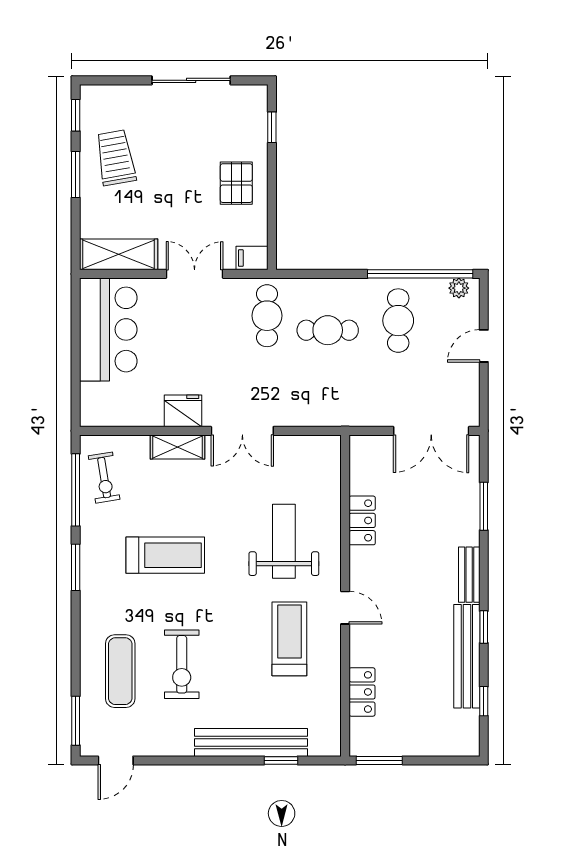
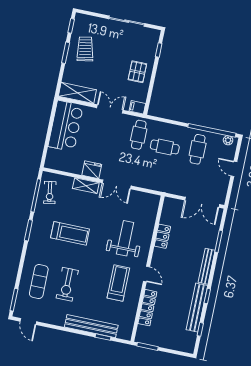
door: (484, 346) -> (234, 169), hinge flipped
bench: (469, 575) -> (207, 266), width x1.36
locker: (362, 692) -> (147, 308), width x1.53
door: (116, 760) -> (28, 321), hinge flipped

